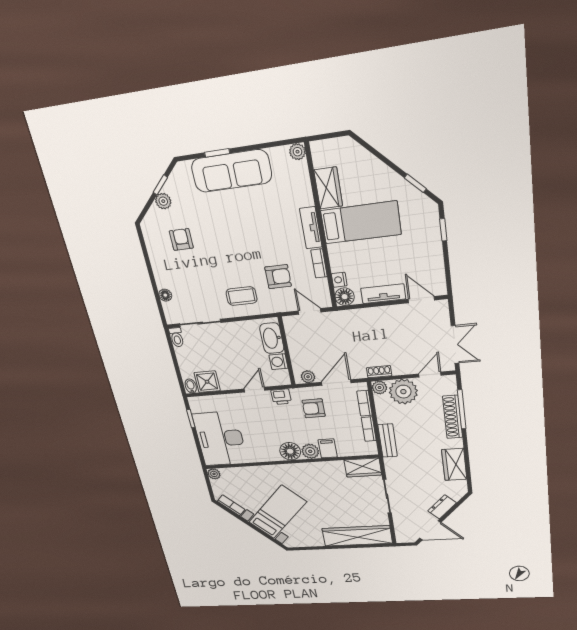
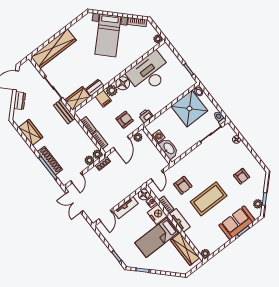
sofa: (231, 171) -> (237, 223), width x0.73
wardrobe: (328, 188) -> (185, 249), width x1.50
plant: (163, 201) -> (258, 204), moved
nightstand: (341, 257) -> (157, 214), added
armchair: (278, 277) -> (183, 185), turned -90
coffee table: (242, 296) -> (209, 199), moved, width x1.86, depth x1.72
door: (421, 300) -> (106, 216), hinge flipped
door: (310, 311) -> (157, 176), hinge flipped
shower: (207, 382) -> (189, 109), width x1.86, depth x1.86
door: (254, 390) -> (162, 111), removed
plant: (403, 392) -> (89, 160), width x0.53, depth x0.53
desk: (220, 439) -> (149, 73), moved, turned -90
bench: (388, 441) -> (64, 112), moved
dresser: (331, 467) -> (95, 88), added

